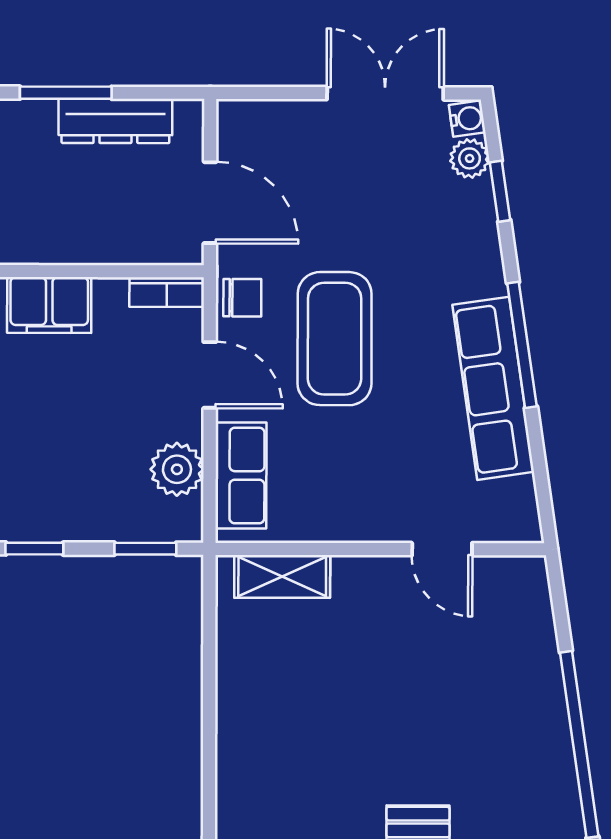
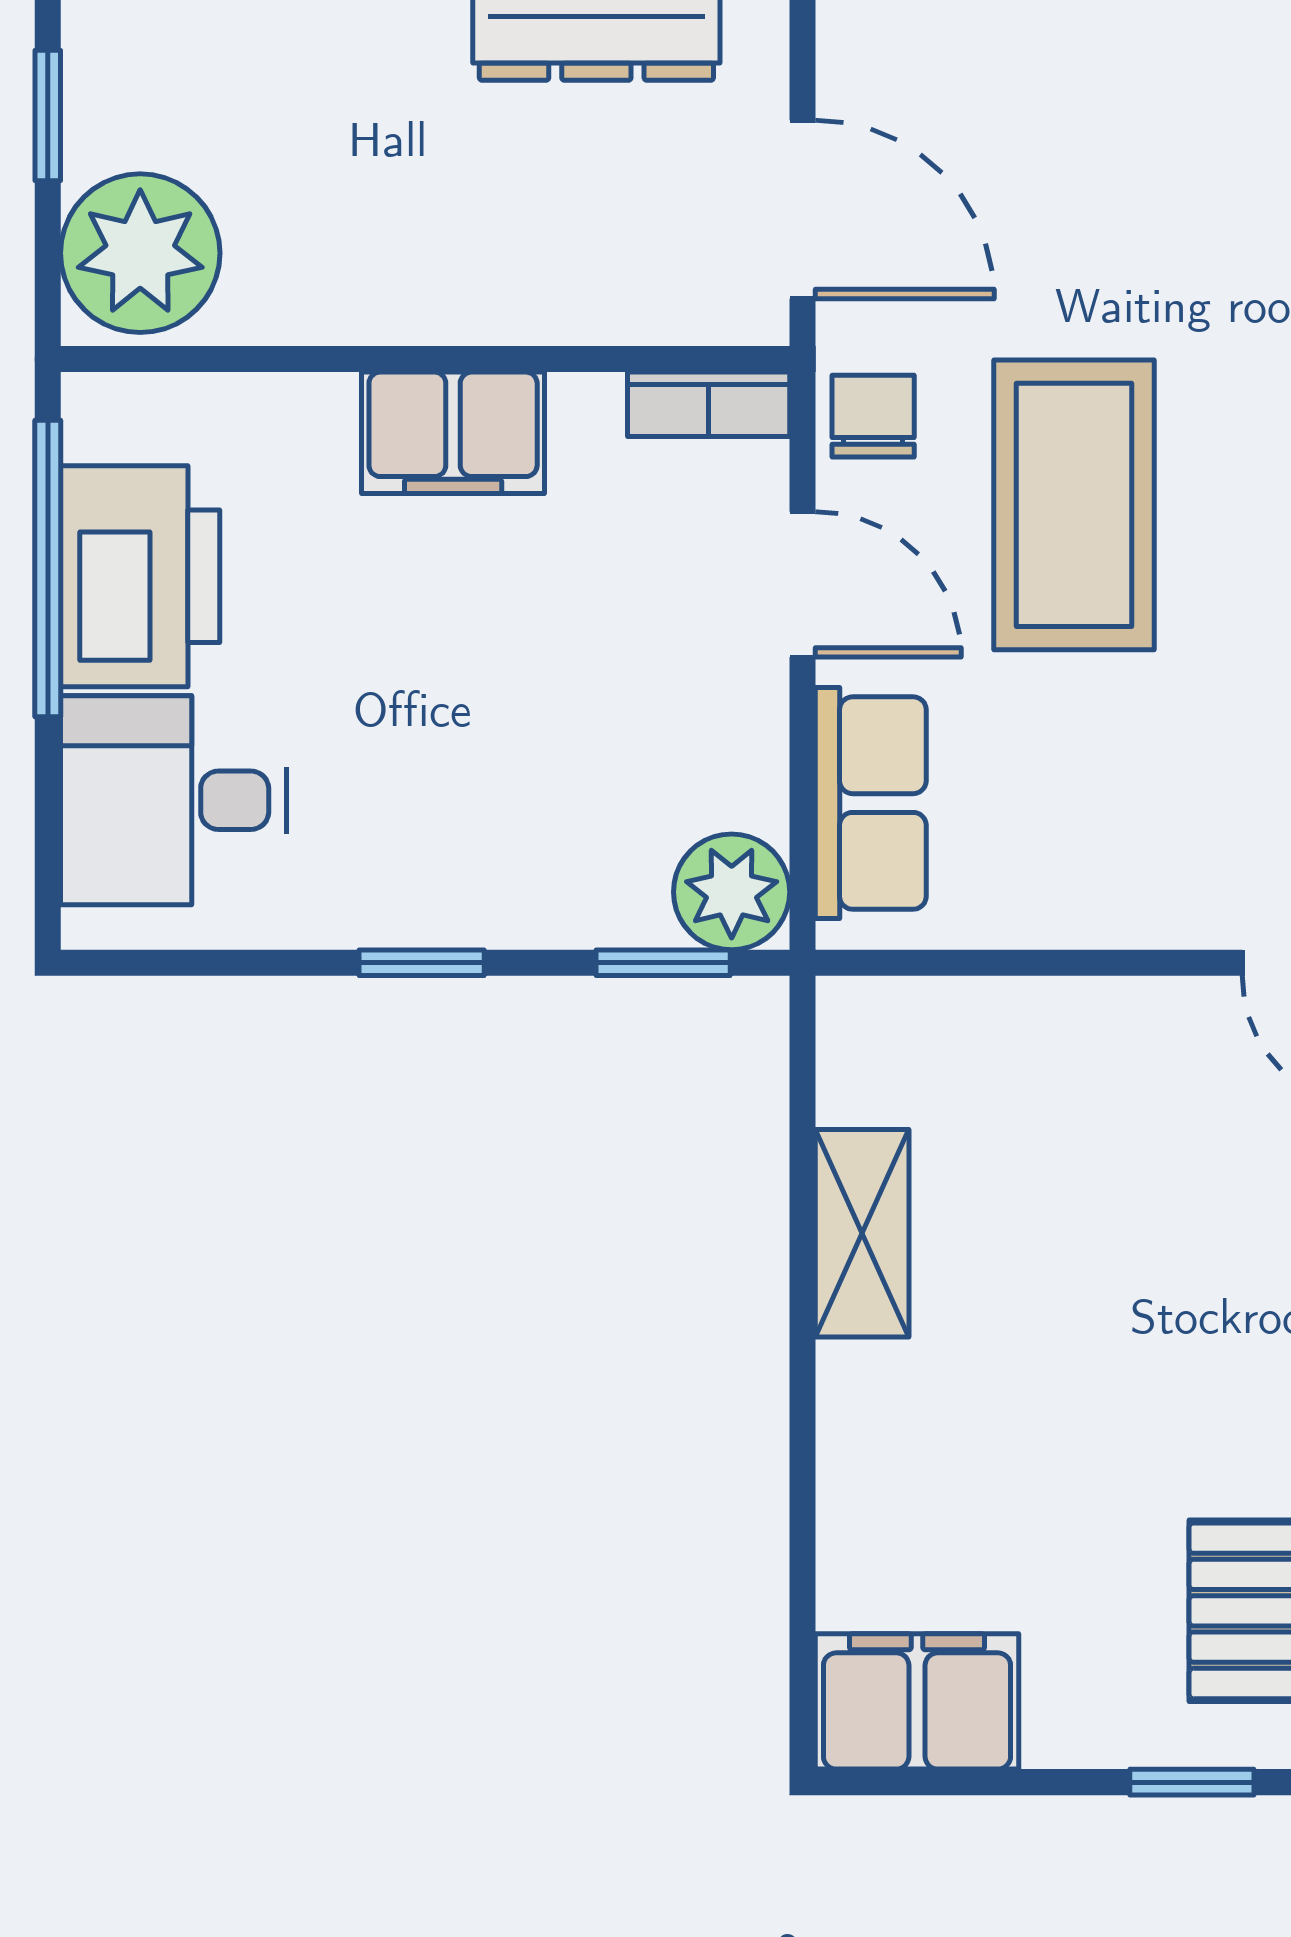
chair: (242, 298) -> (873, 416), turned -90
plant: (177, 469) -> (732, 892), moved
shelving: (282, 576) -> (862, 1233), moved, turned 90

